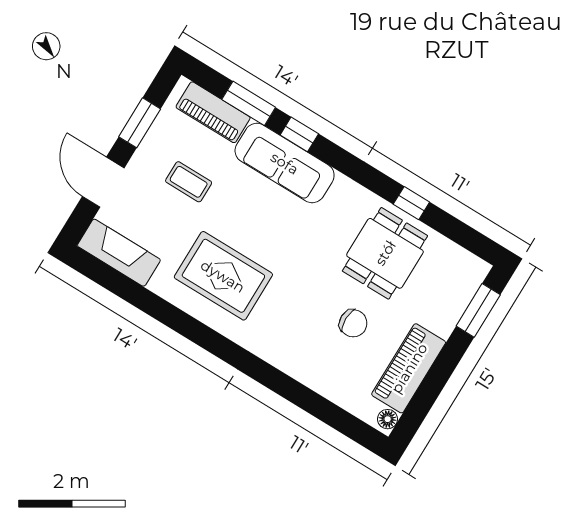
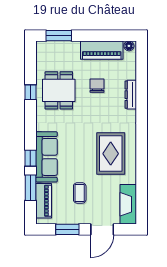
dining table: (385, 253) -> (59, 90), turned 90
dresser: (303, 371) -> (131, 95), added

